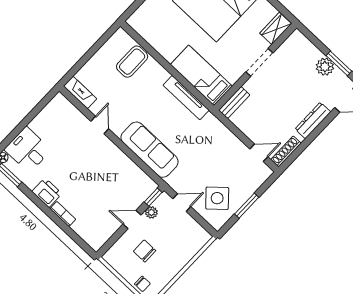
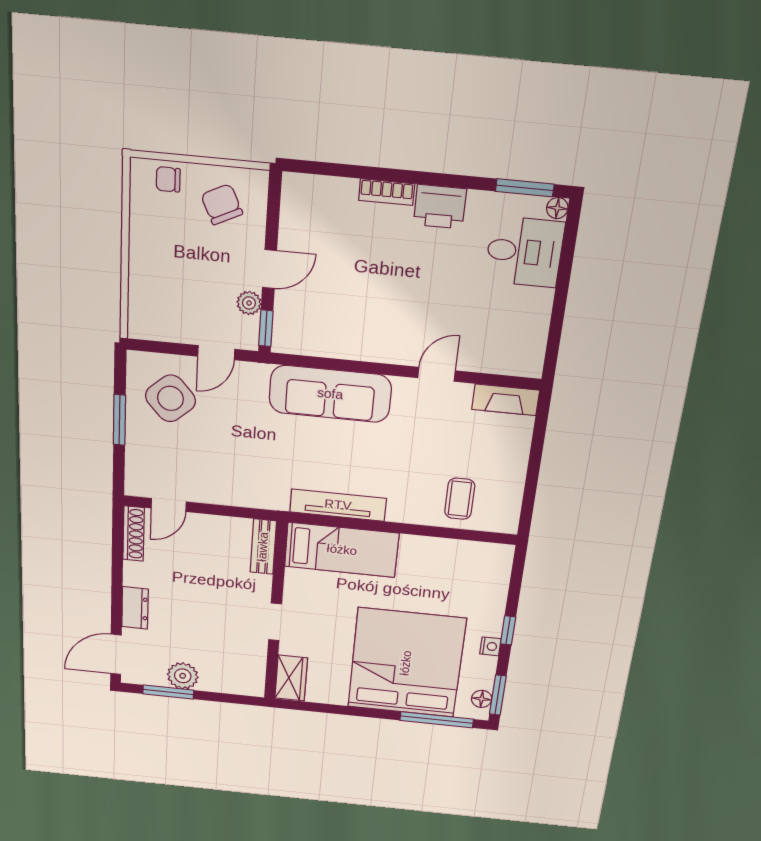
coffee table: (132, 62) -> (460, 499), width x0.73, depth x0.77
doorway: (259, 62) -> (275, 622), width x0.73
dresser: (313, 120) -> (135, 608), width x0.70
door: (100, 125) -> (436, 374), swing flipped
chair: (145, 251) -> (222, 204), moved, turned -116

